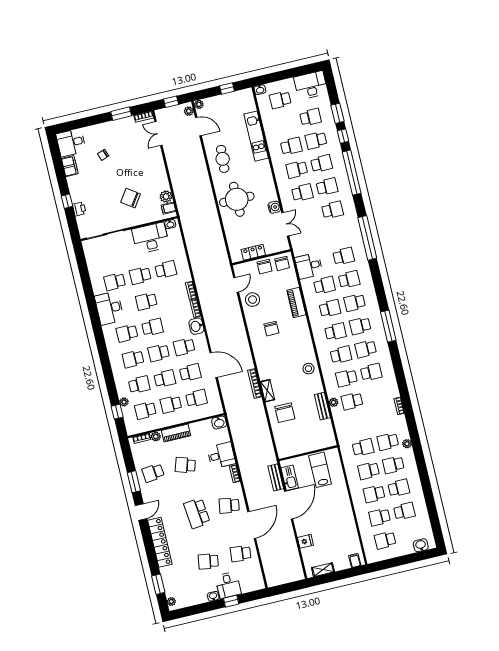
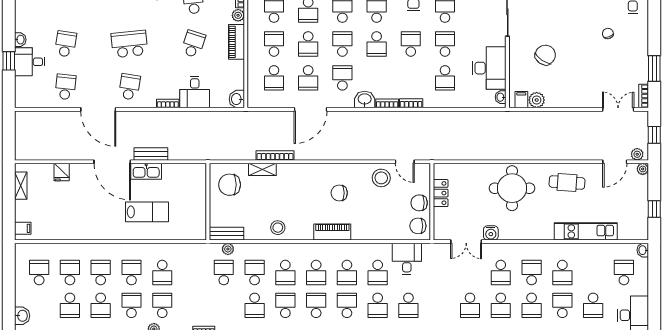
piano: (296, 303) -> (332, 232), moved
wall: (308, 453) -> (208, 202), moved

